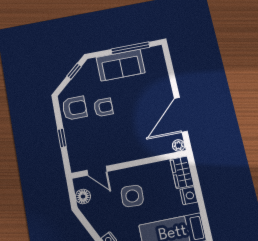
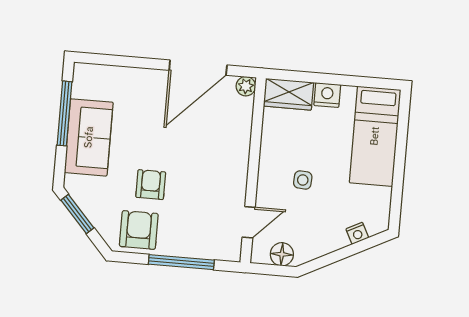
window: (74, 71) -> (77, 214), width x1.50
door: (181, 115) -> (198, 68), hinge flipped
window: (62, 138) -> (181, 262), width x2.17
side table: (132, 196) -> (303, 180), width x0.54, depth x0.54

